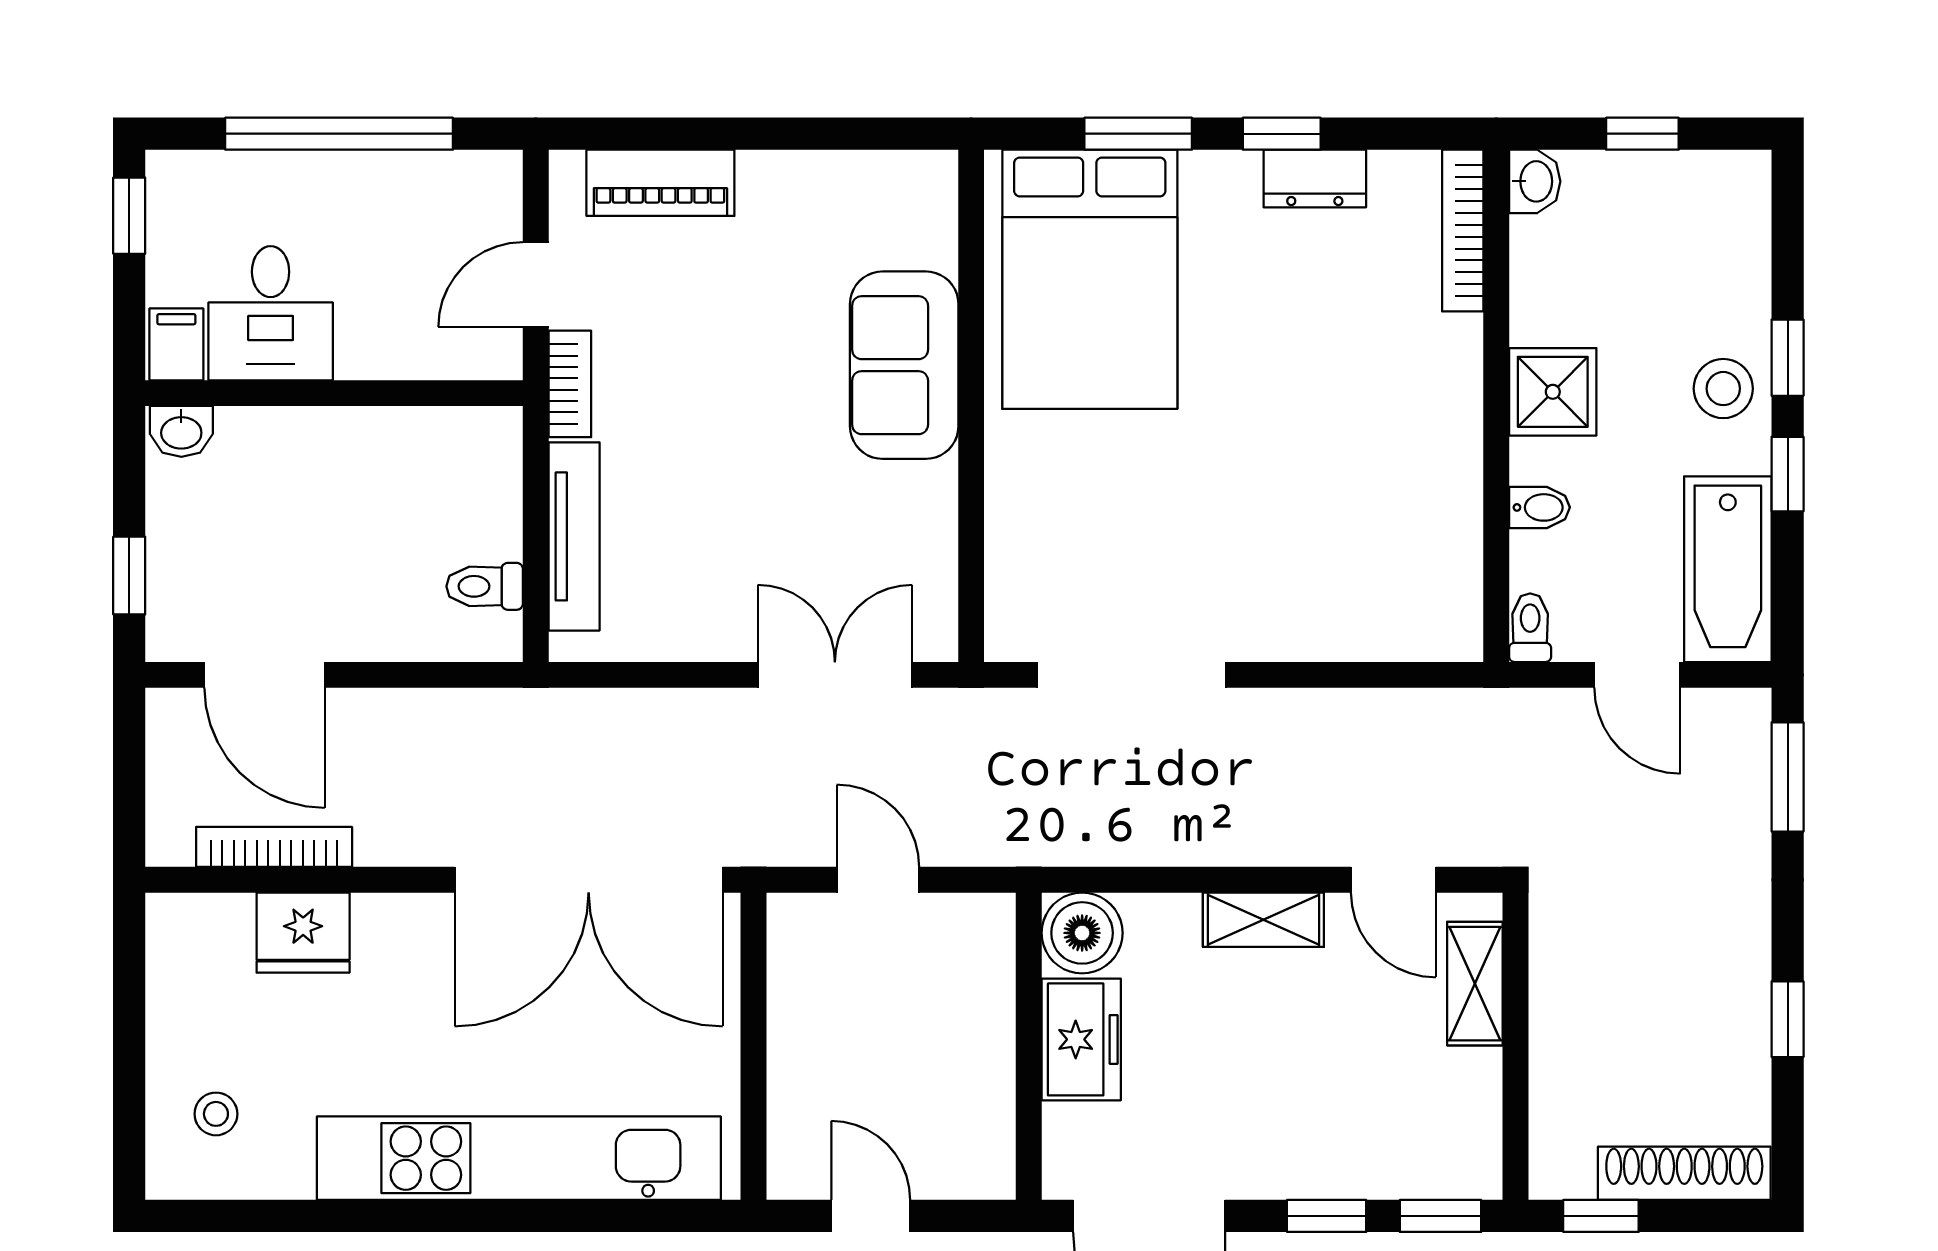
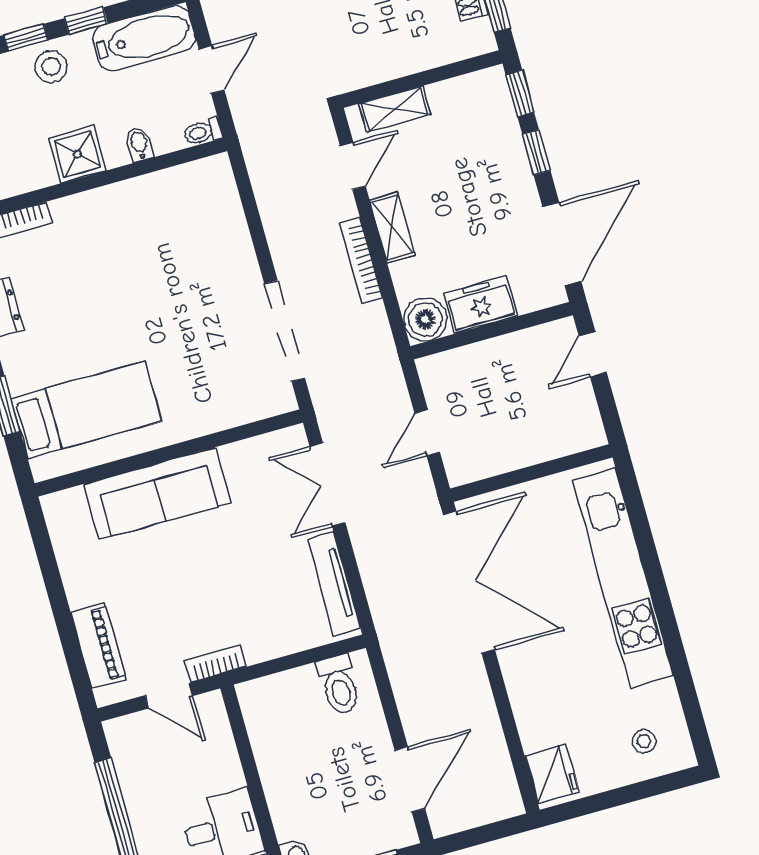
bed: (1090, 279) -> (86, 410), width x0.67
sofa: (904, 365) -> (157, 493), width x1.36
tv unit: (574, 536) -> (334, 584), moved, turned -90
toilet: (485, 586) -> (339, 685), width x1.37, depth x1.39
bookcase: (274, 847) -> (361, 261), moved
fridge: (303, 933) -> (552, 774), moved
door: (871, 1216) -> (593, 354), moved

